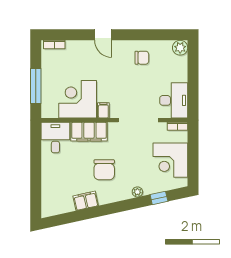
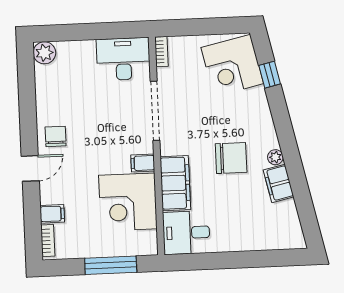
filing cabinet: (72, 48) -> (52, 214), added
chair: (142, 58) -> (56, 136), moved
corner desk: (170, 160) -> (232, 66), moved, turned 78
plant: (137, 192) -> (275, 157), moved

